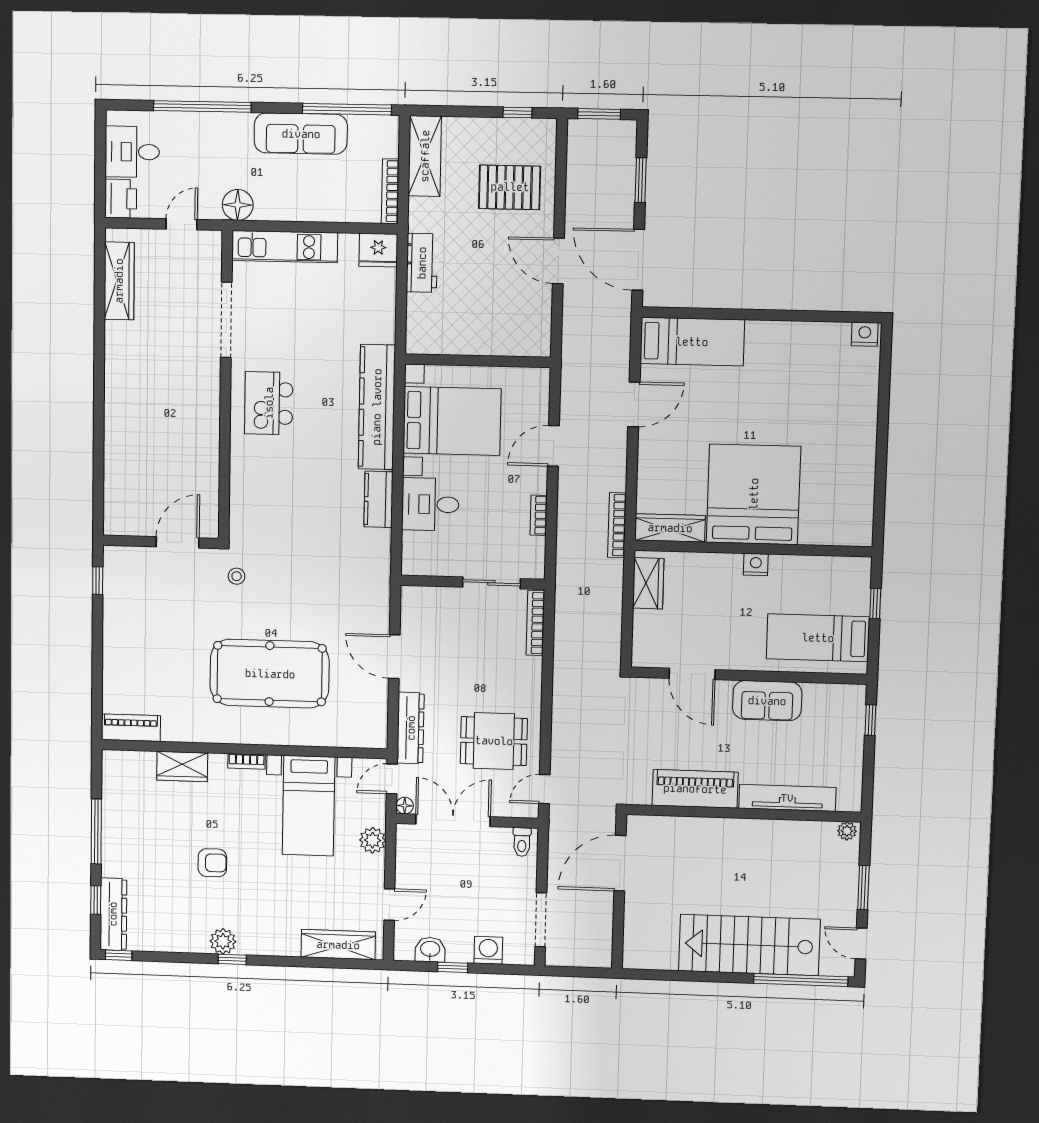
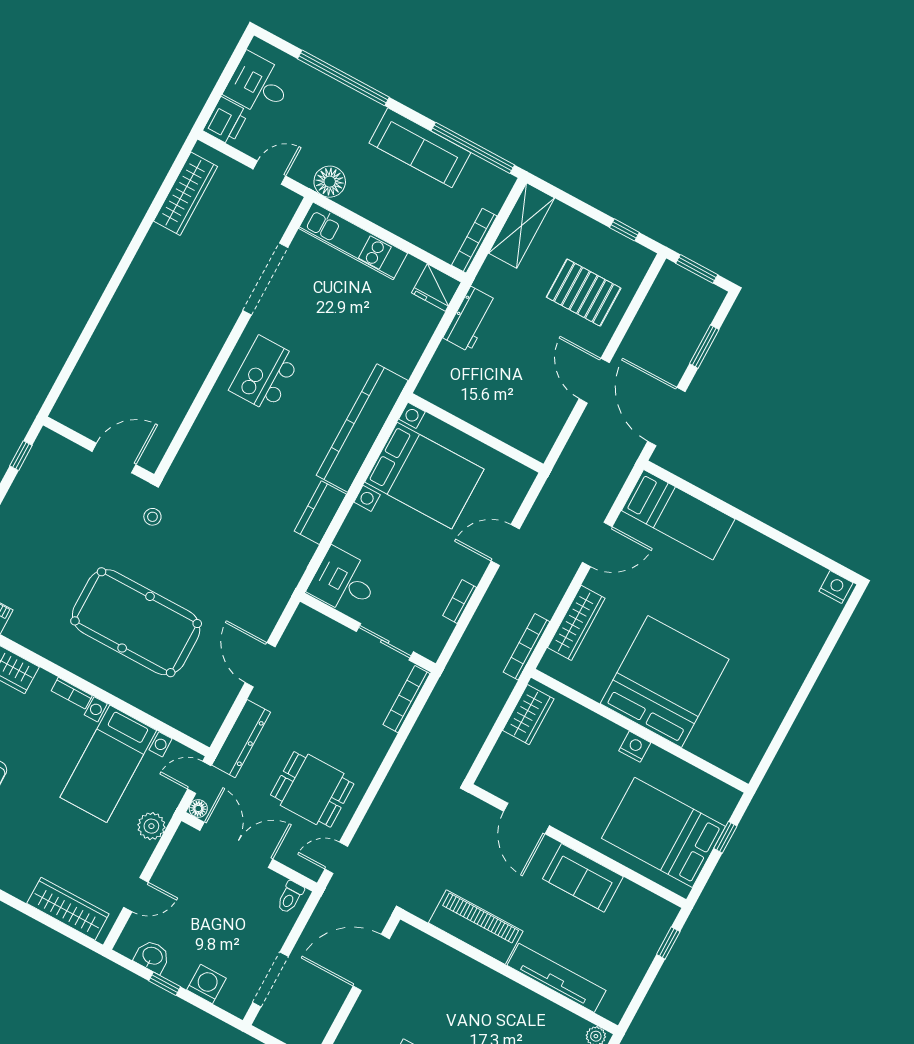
desk: (430, 504) -> (344, 582), moved
wardrobe: (670, 528) -> (576, 623), moved, turned 90
bed: (818, 638) -> (663, 832), width x1.50

